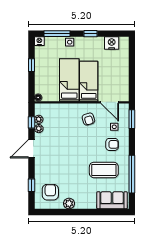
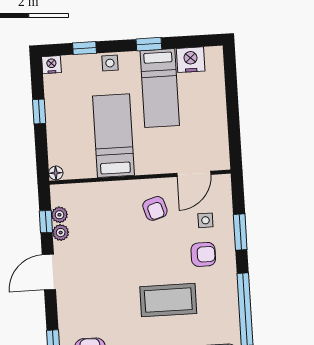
window: (57, 34) -> (85, 48), width x0.46
bed: (89, 81) -> (160, 88), moved, turned 180
door: (110, 102) -> (194, 174), hinge flipped
window: (132, 119) -> (240, 232), moved
coffee table: (104, 170) -> (168, 300), moved

